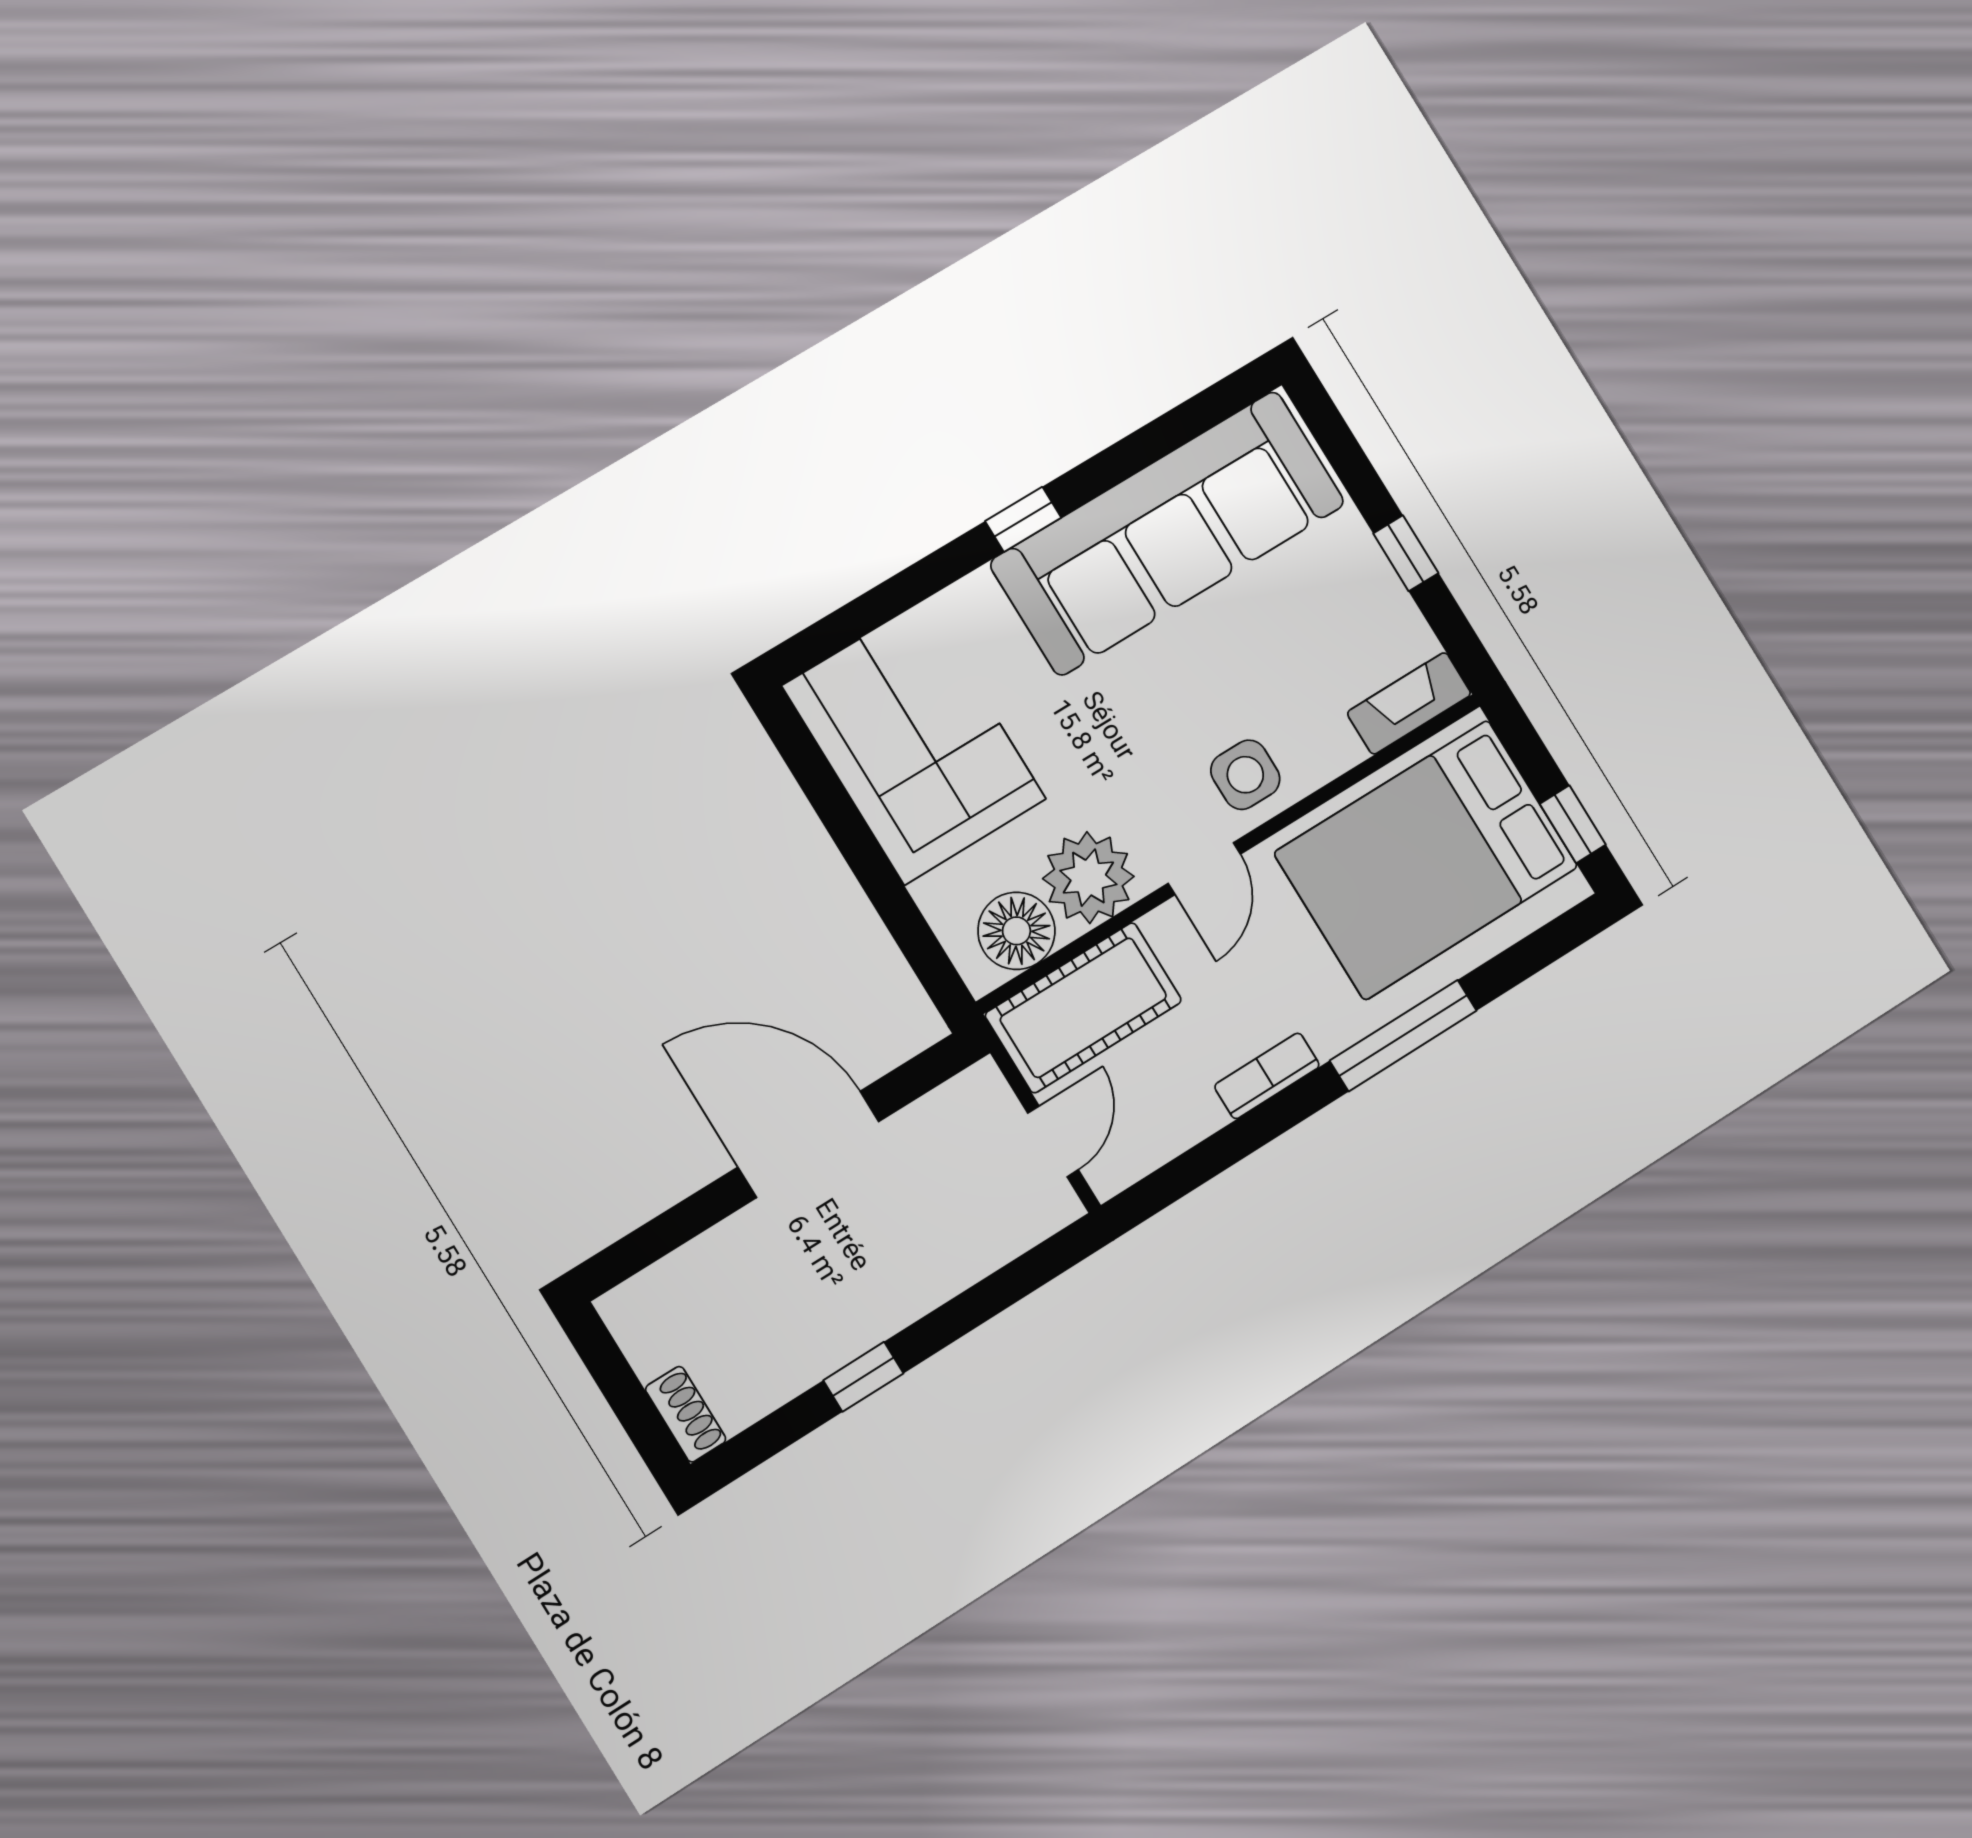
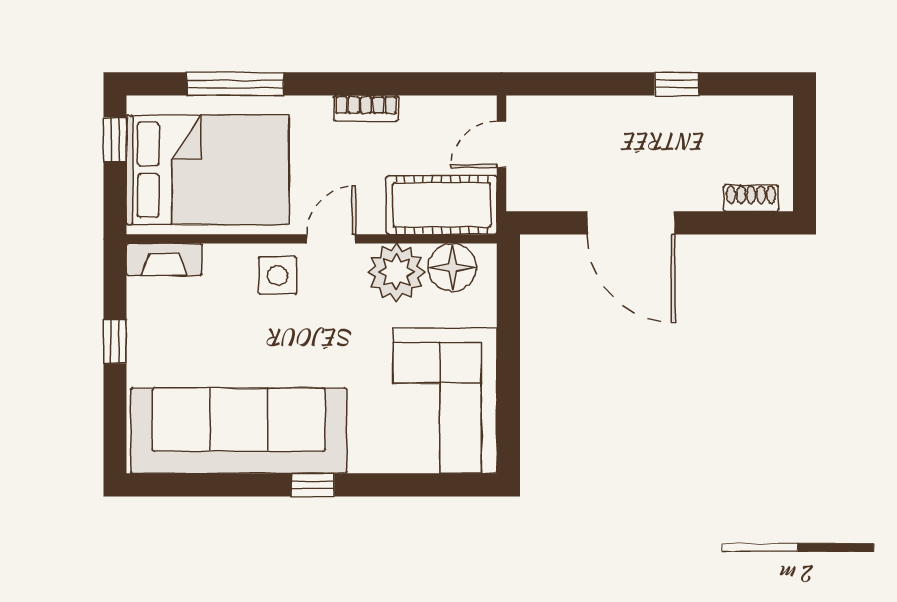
window: (1403, 1036) -> (235, 84), moved
shoe rack: (686, 1414) -> (751, 198), moved, turned 90

